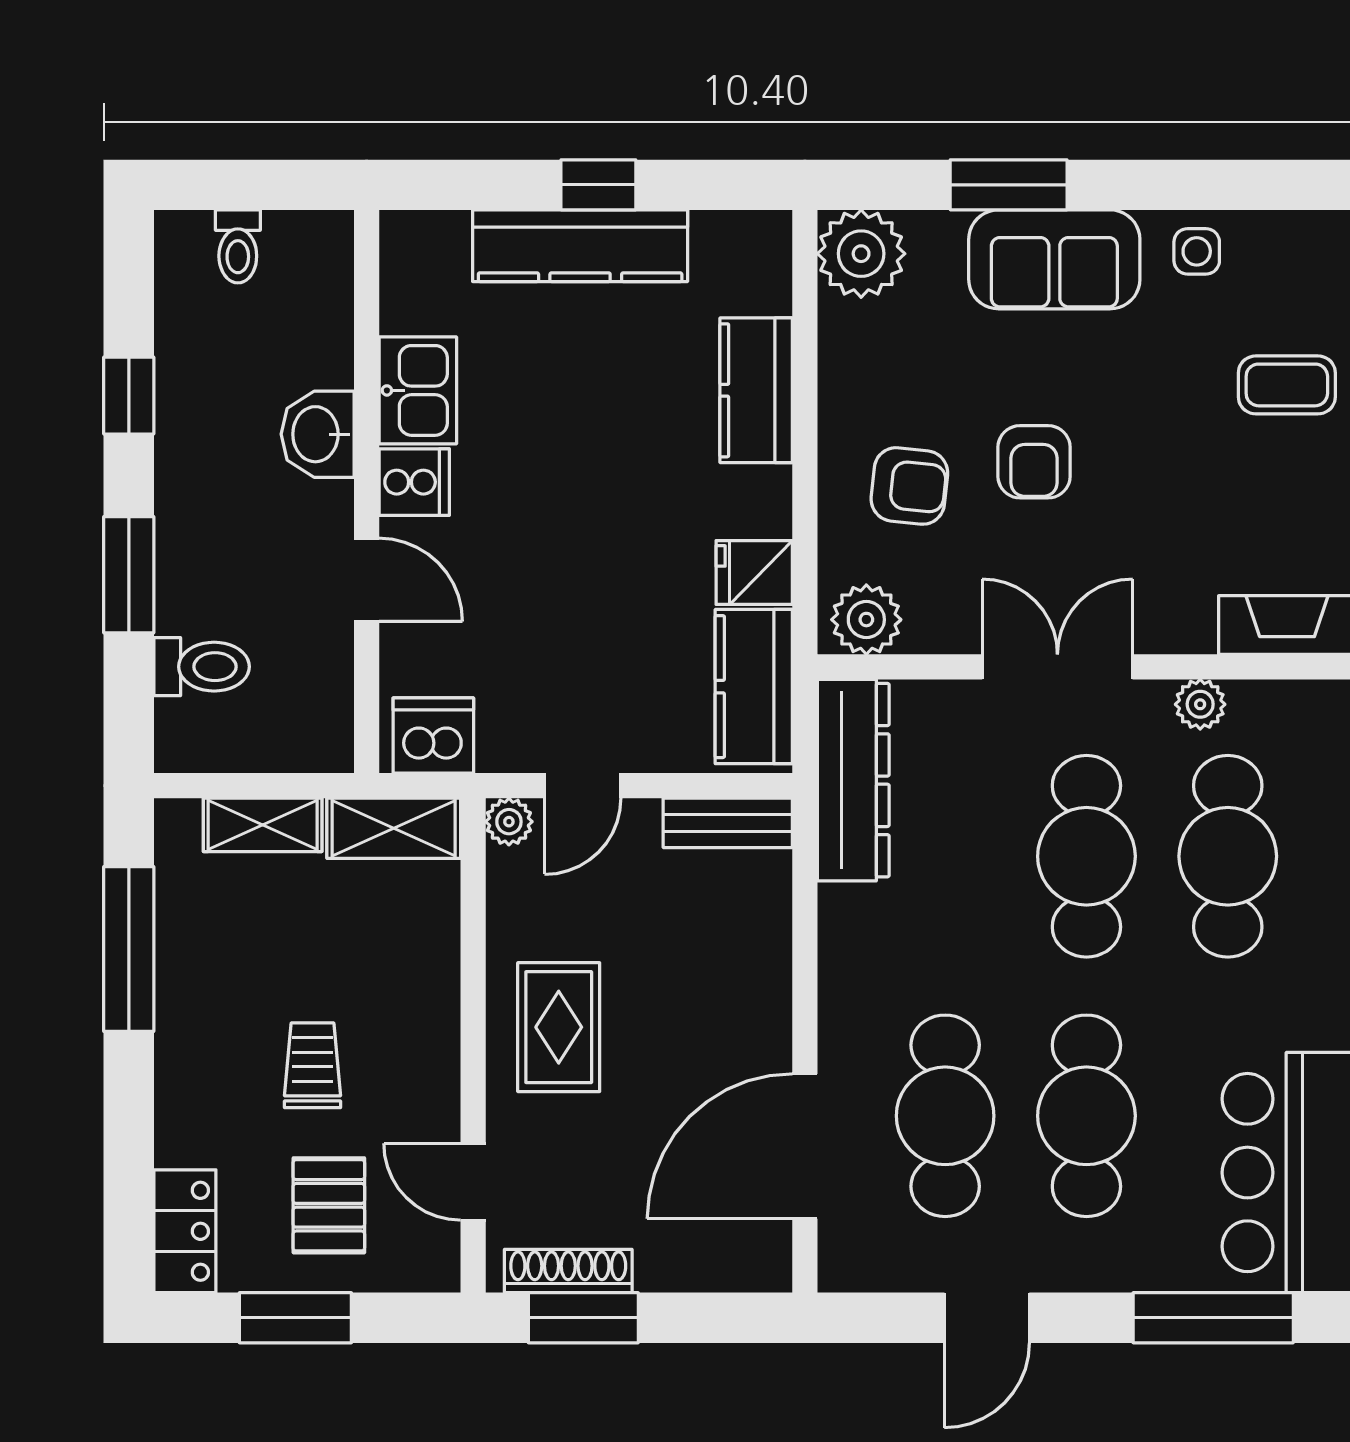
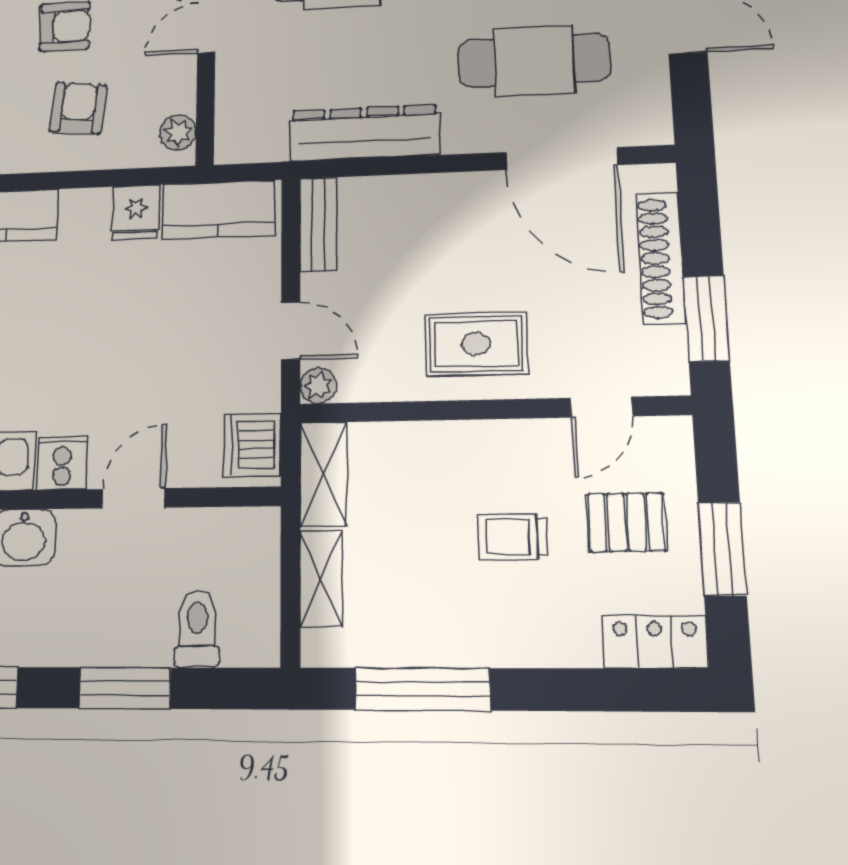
plant: (866, 620) -> (178, 133), width x0.73, depth x0.73
dresser: (853, 780) -> (364, 133), moved
shoe rack: (568, 1271) -> (661, 258), moved, width x1.36, depth x1.24

